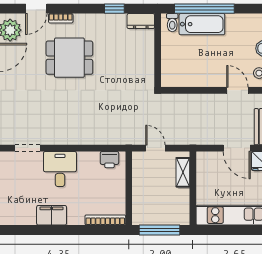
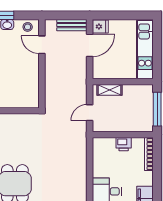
door: (237, 90) -> (42, 45), hinge flipped
printer: (109, 160) -> (124, 144), moved, turned 90

